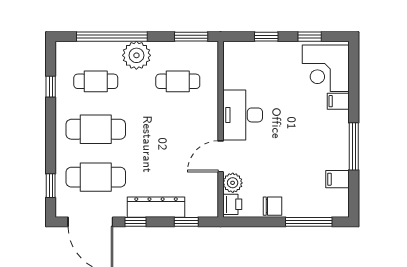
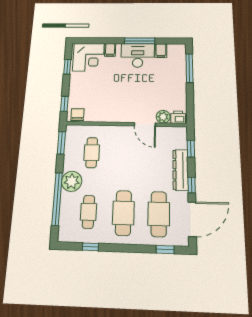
window: (266, 37) -> (64, 104), moved
desk: (243, 115) -> (138, 55), moved, turned 180
chair: (272, 206) -> (77, 115), moved

